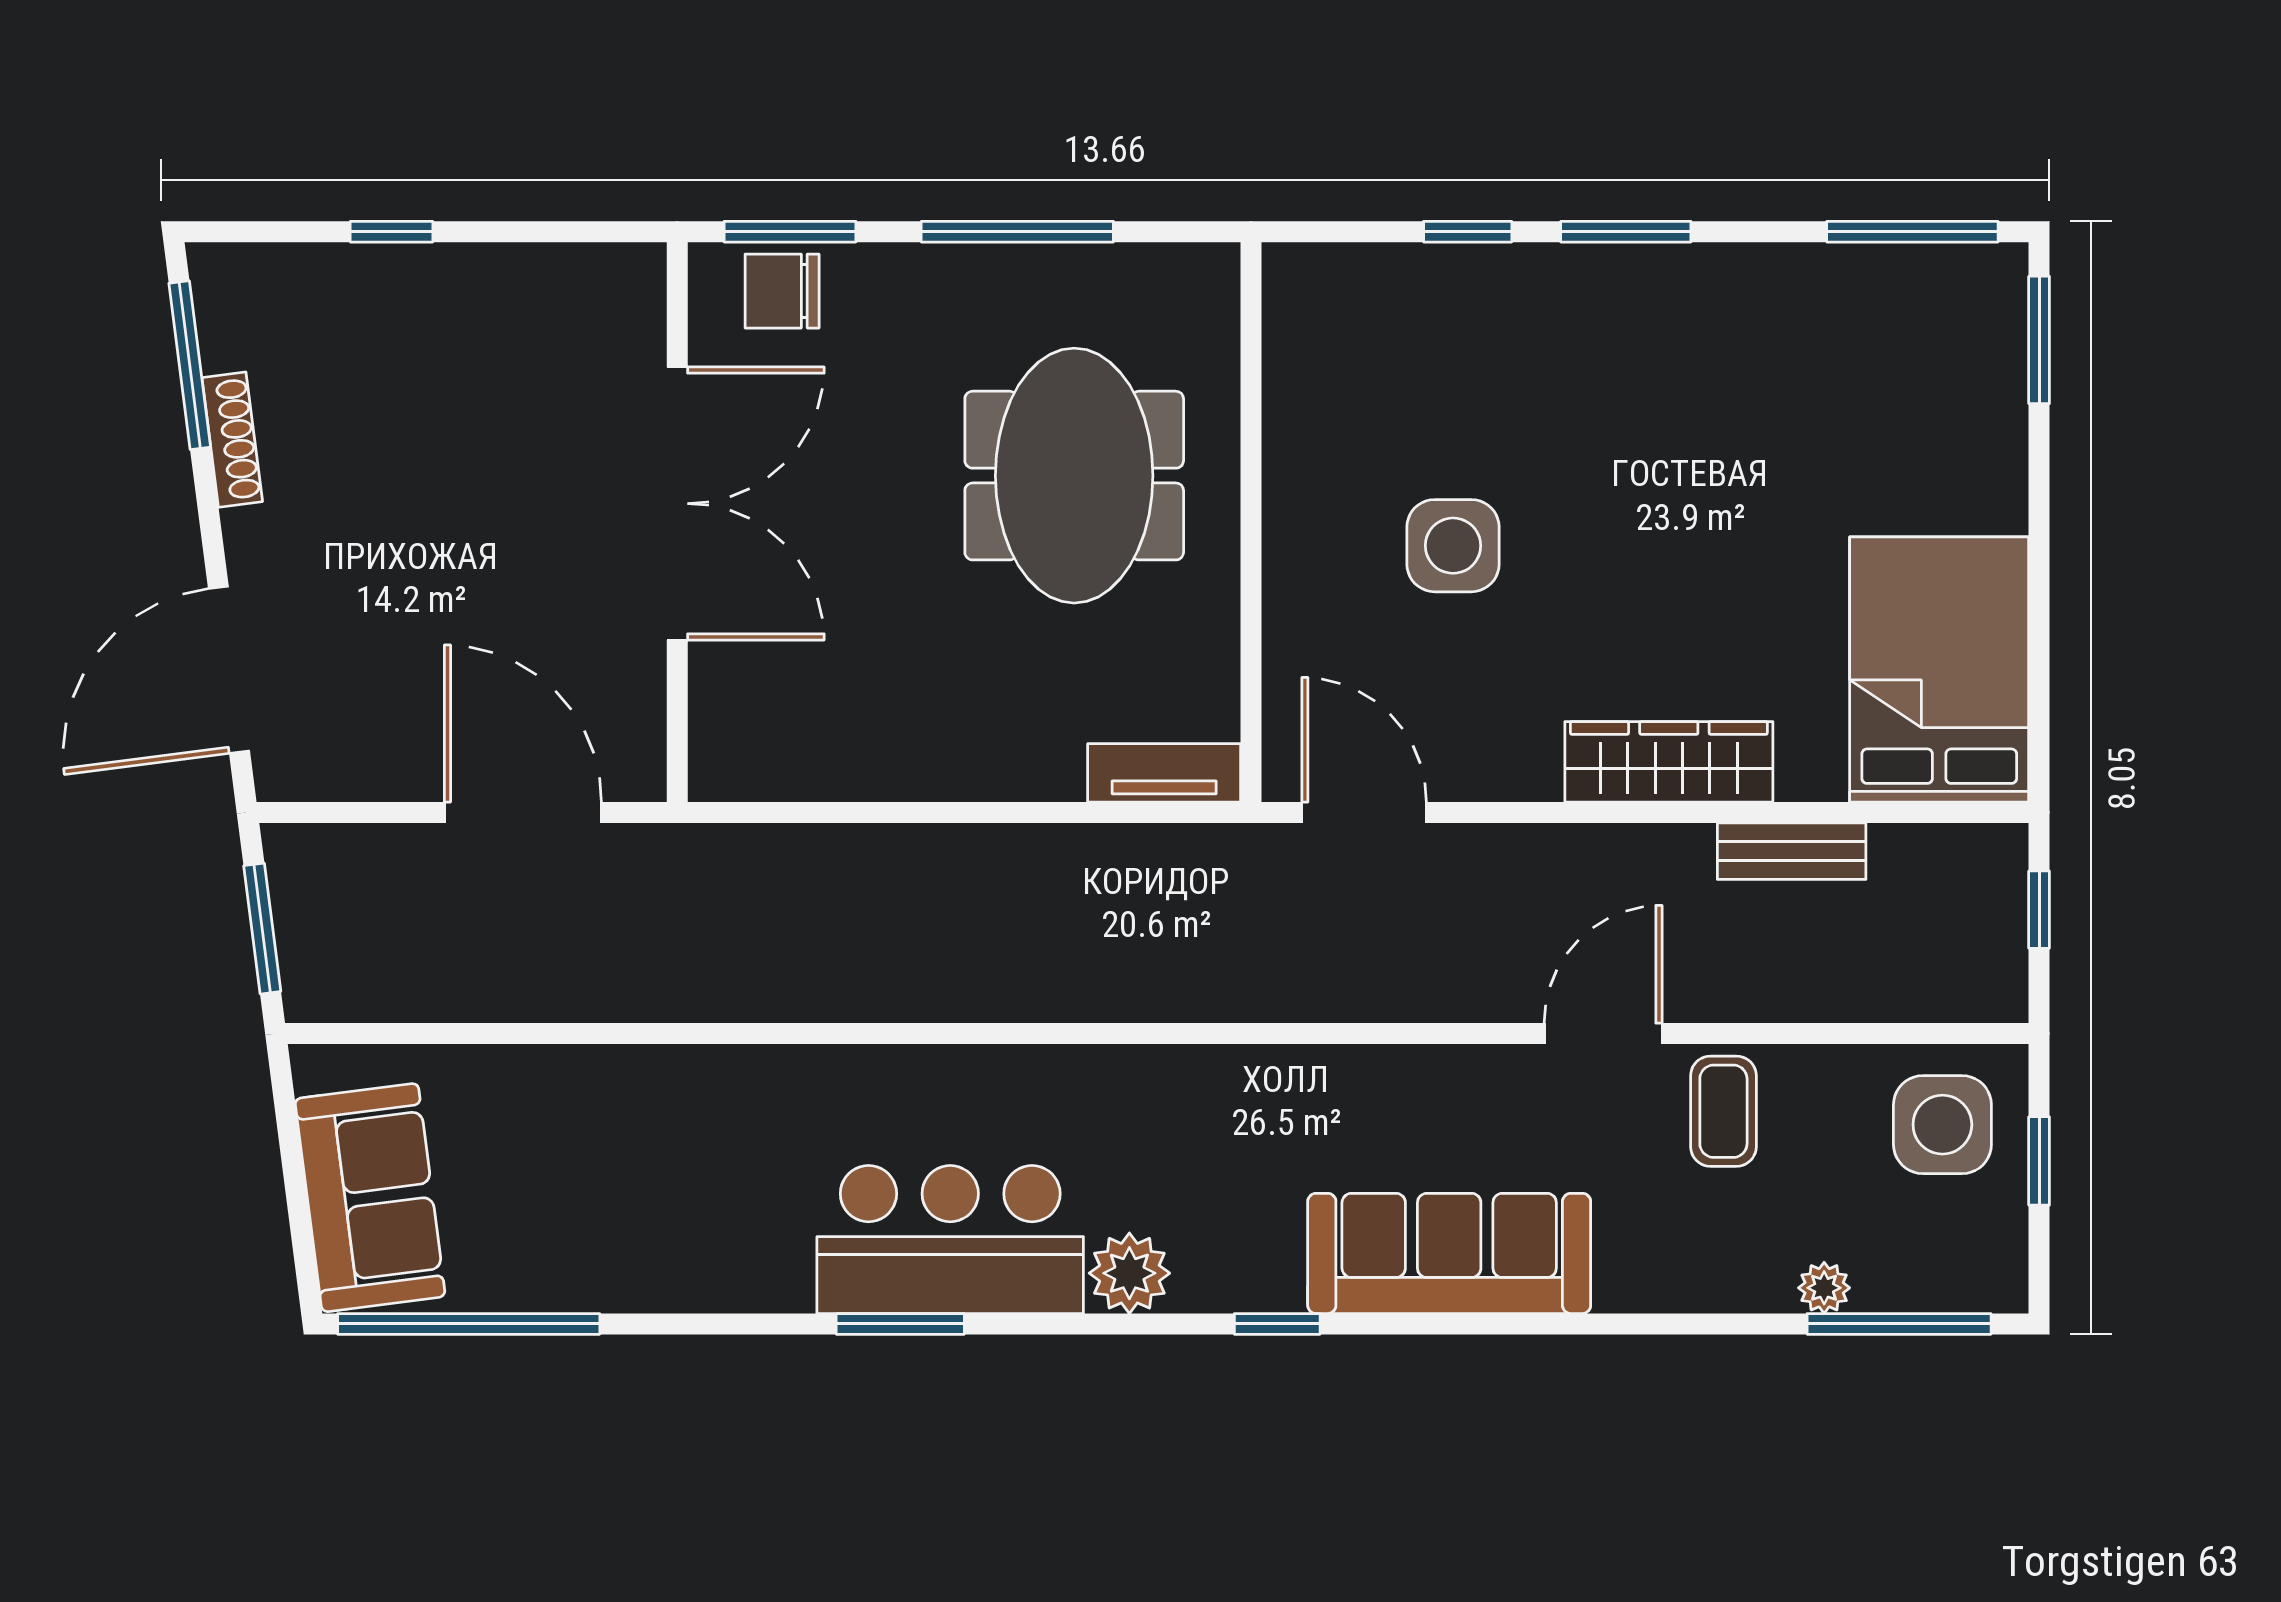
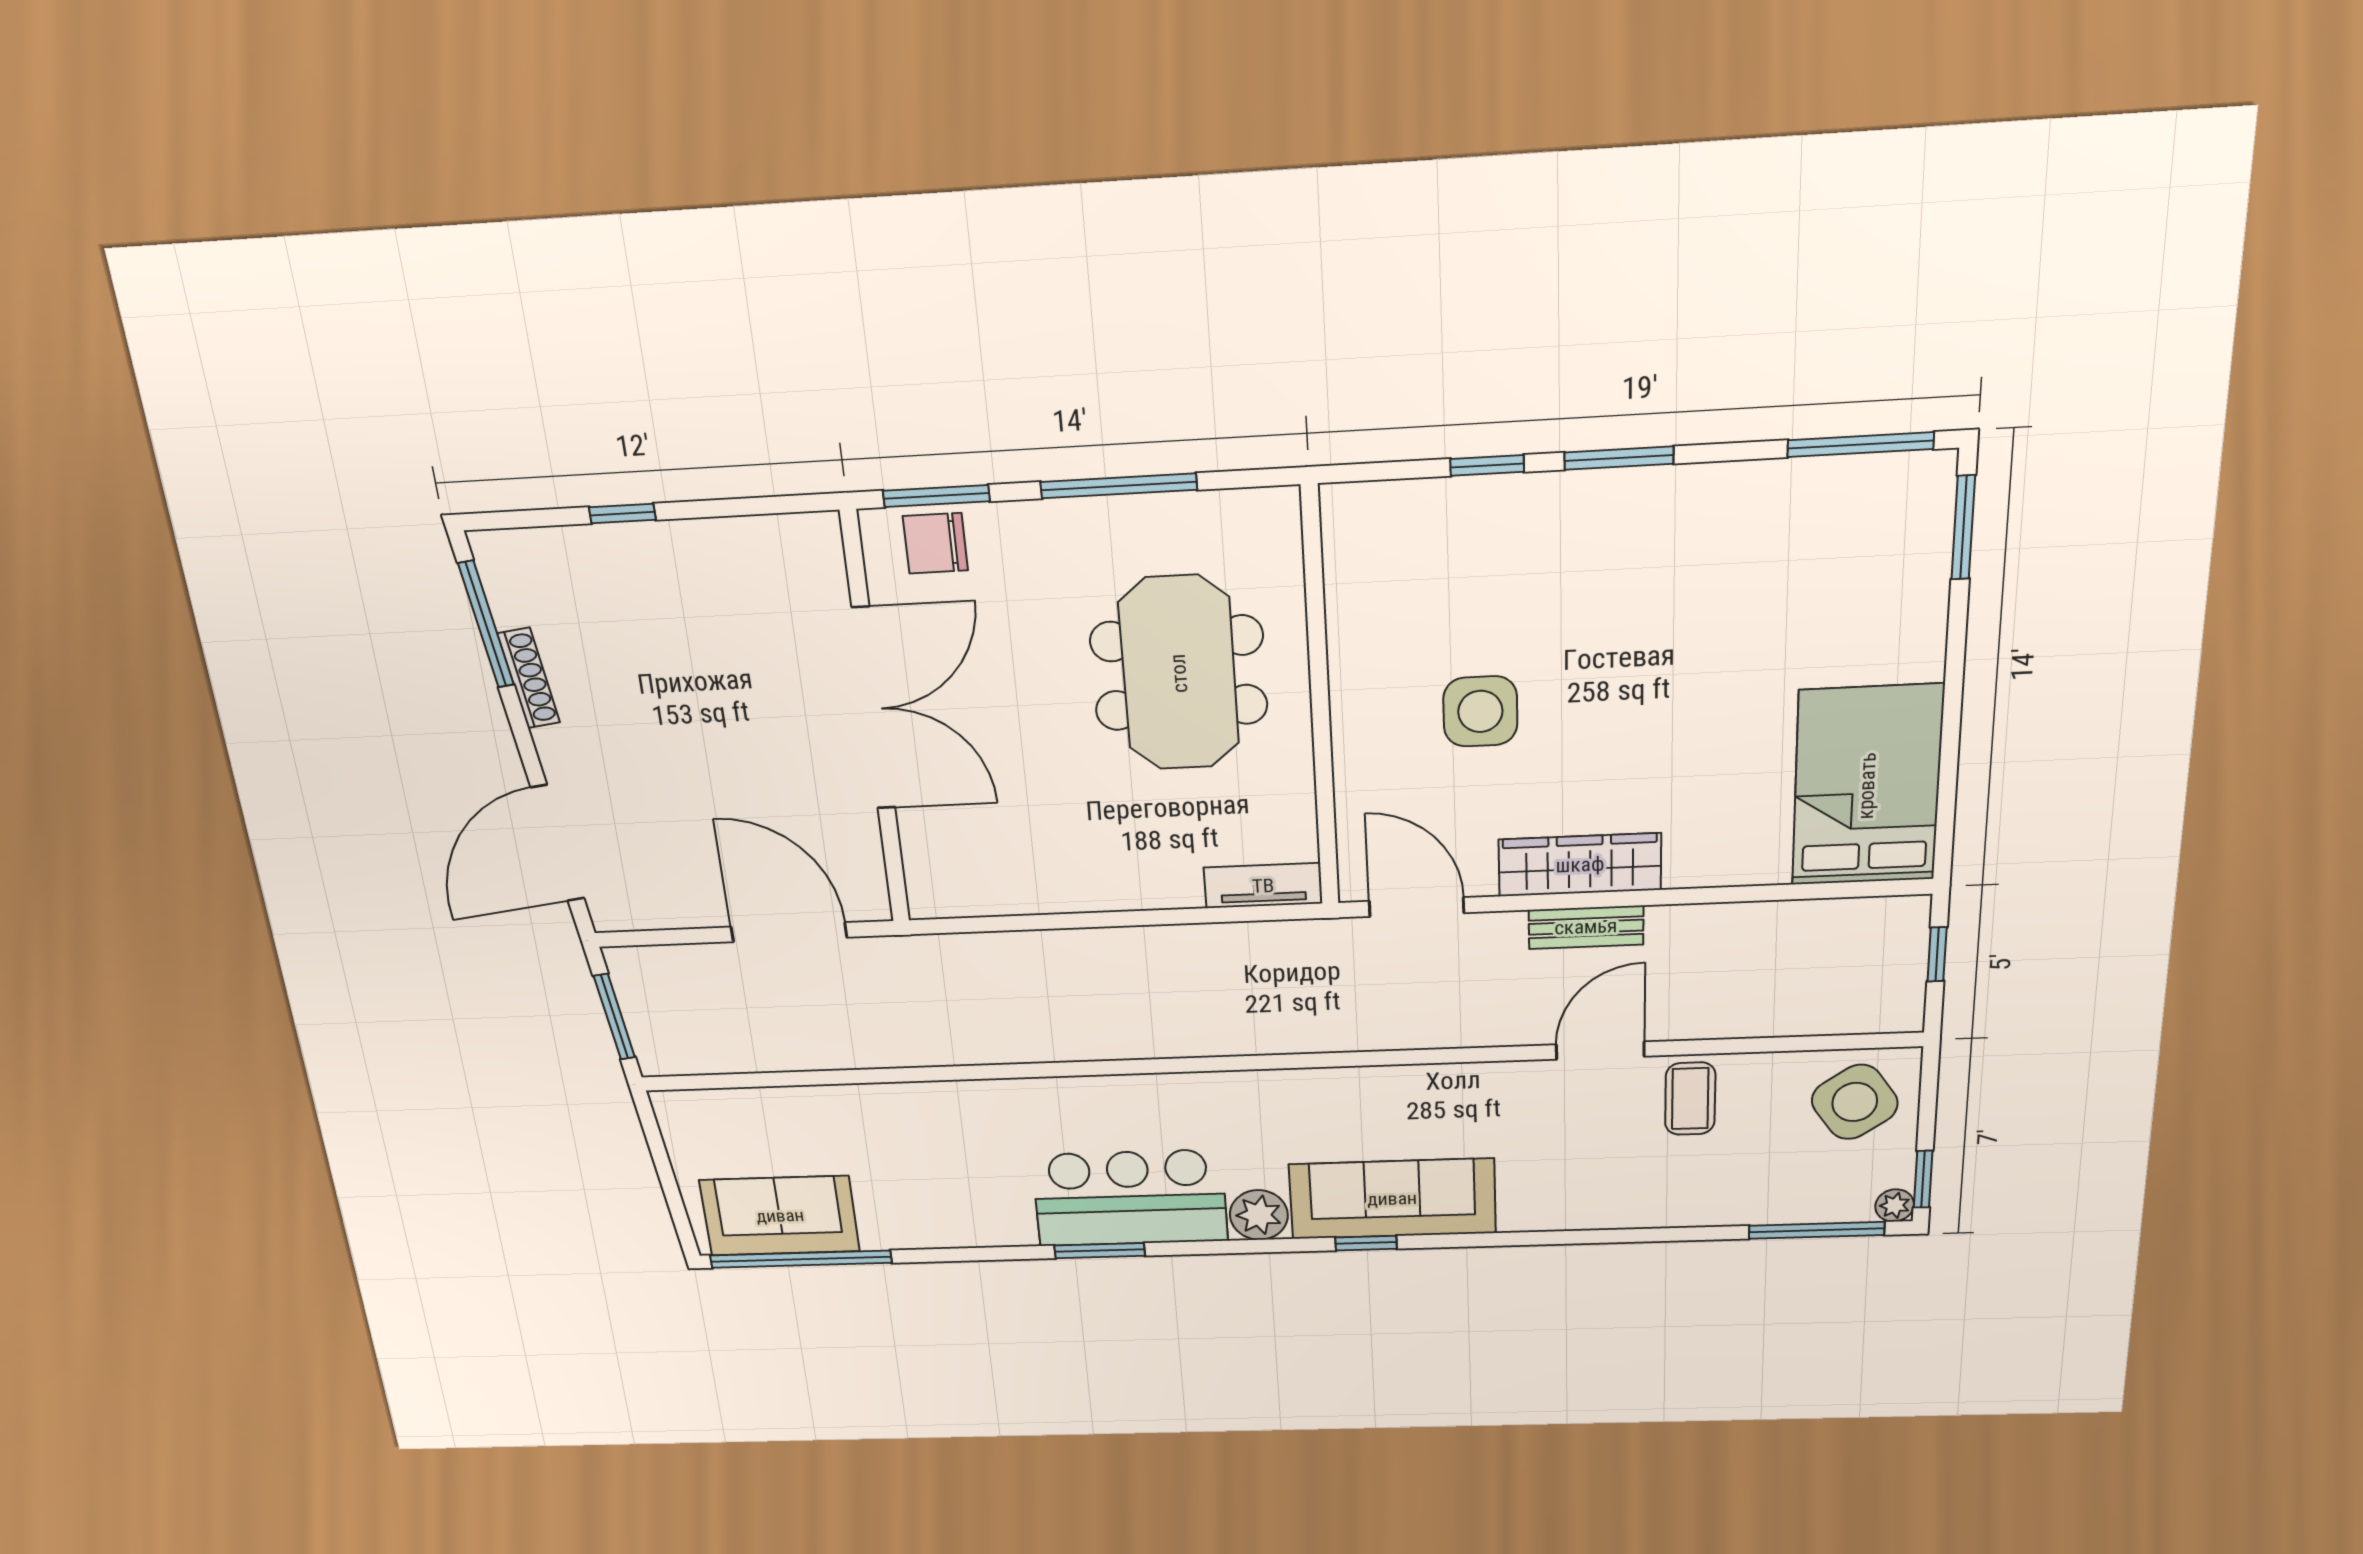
wardrobe: (1669, 762) -> (1580, 865), moved
bench: (1792, 851) -> (1586, 927), moved
side table: (1942, 1125) -> (1855, 1102), turned -34
window: (2039, 1161) -> (1923, 1179), moved
sofa: (370, 1198) -> (780, 1216), moved, turned -83
sofa: (1449, 1253) -> (1392, 1199), moved
plant: (1824, 1288) -> (1895, 1205), moved

